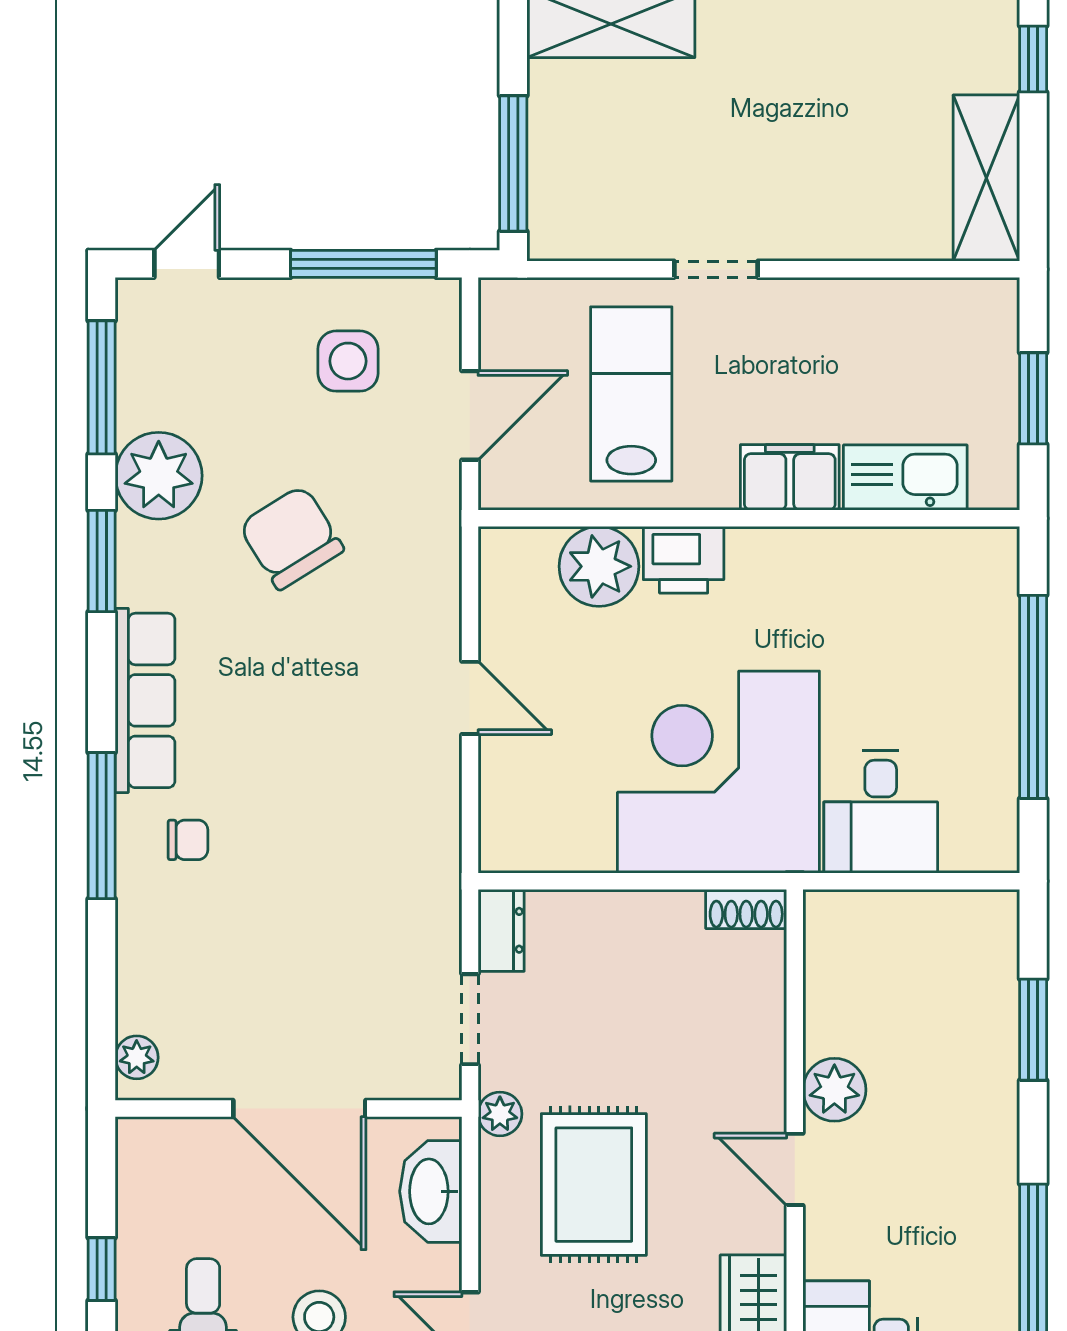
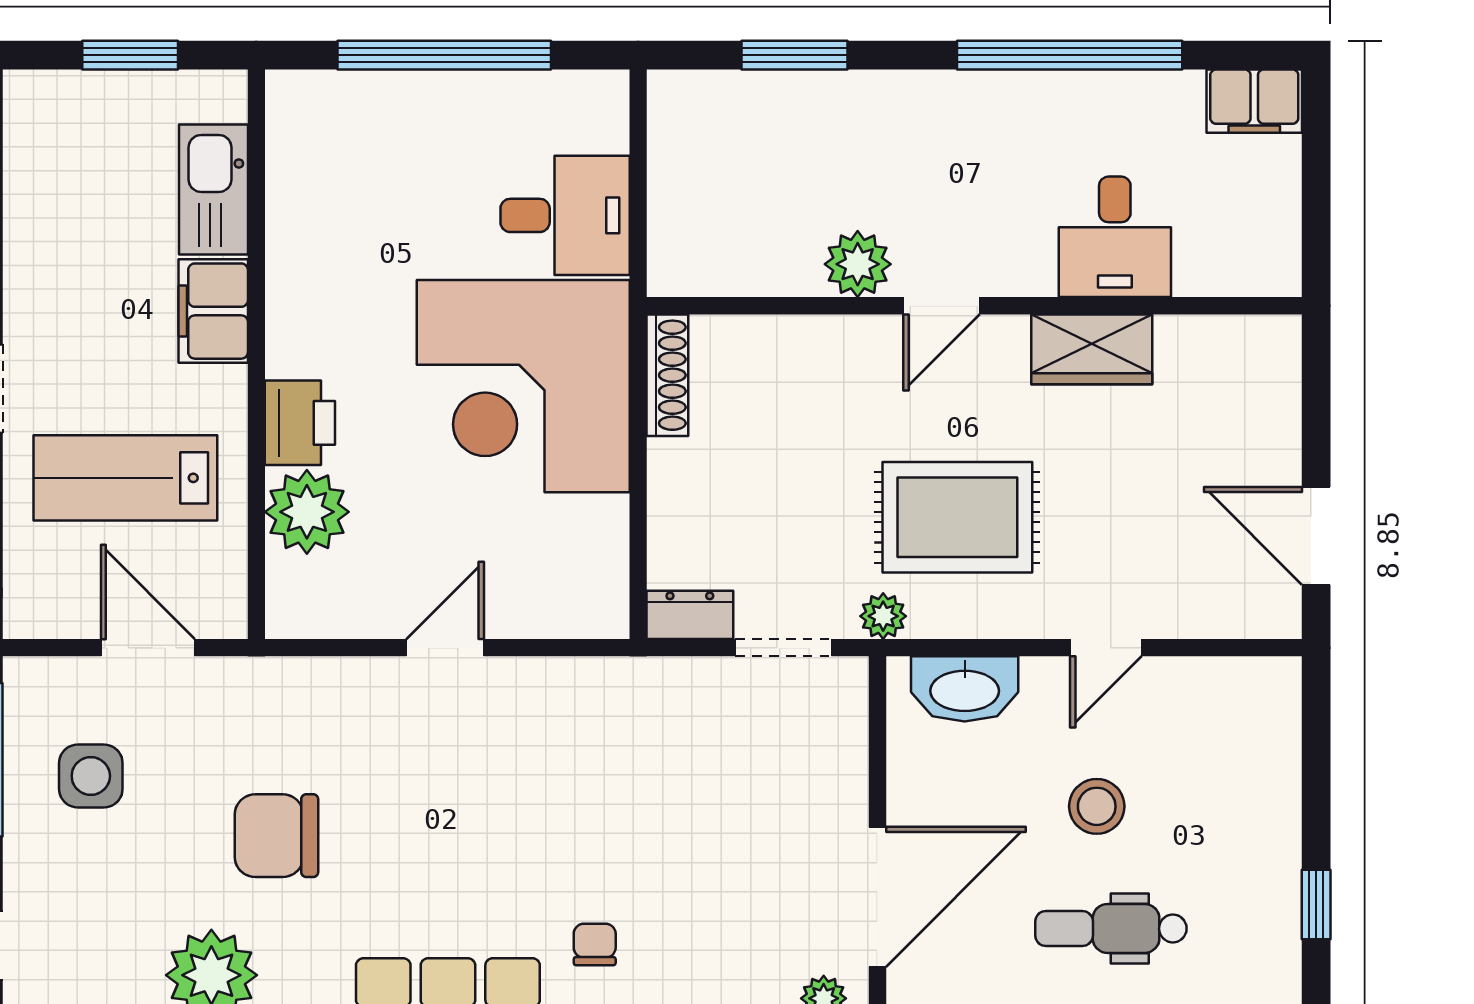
chair: (291, 538) -> (277, 836), turned 32
shoe rack: (746, 909) -> (667, 375), width x1.43
door: (299, 1109) -> (877, 897), moved

